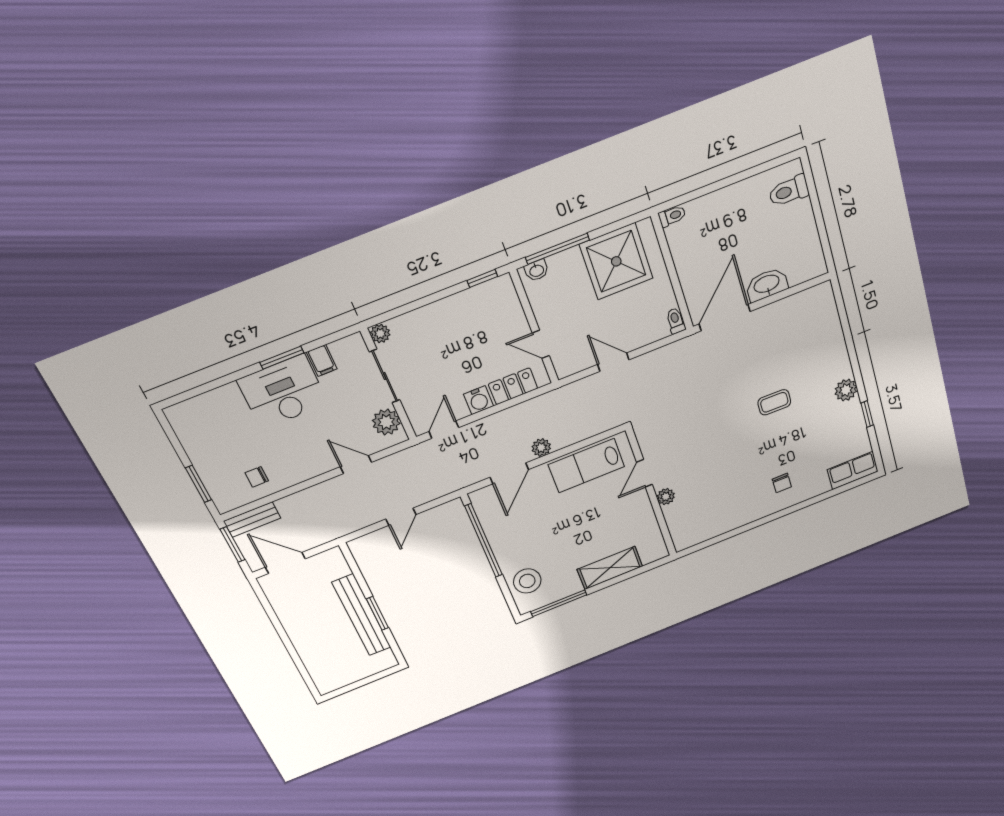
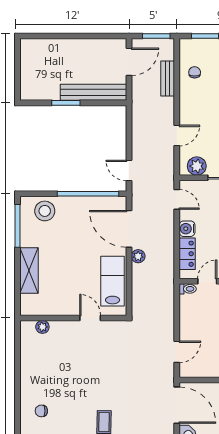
toilet: (676, 321) -> (188, 289), moved
door: (613, 362) -> (177, 352), moved
door: (509, 473) -> (129, 229), width x1.36
plant: (666, 497) -> (42, 327), moved
door: (401, 517) -> (129, 171), moved
bench: (252, 520) -> (168, 79), moved
bench: (362, 615) -> (94, 92), moved

